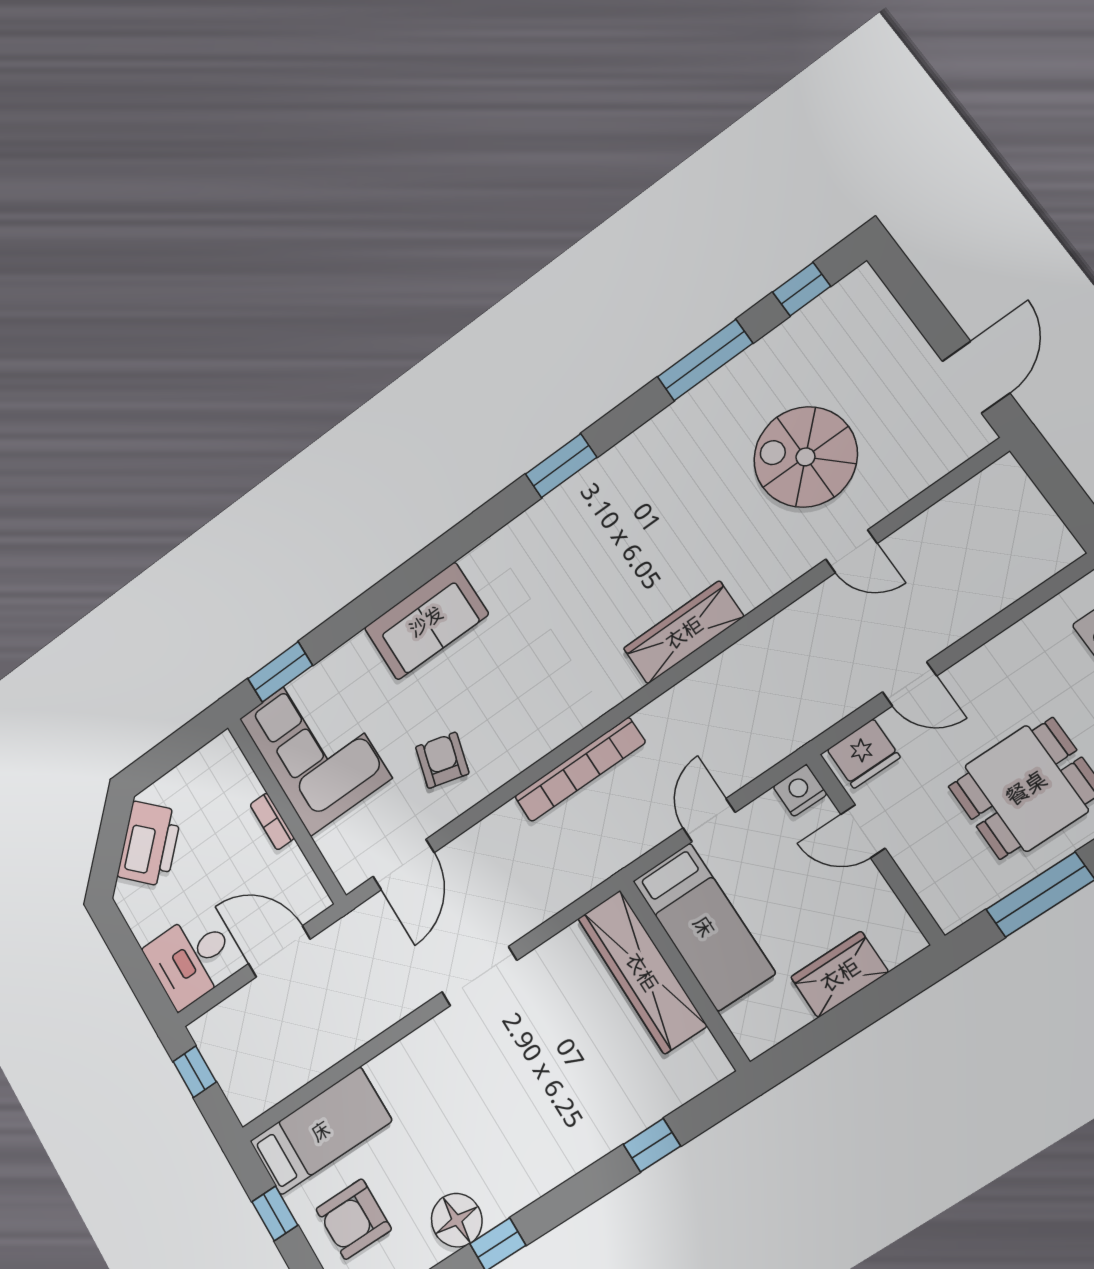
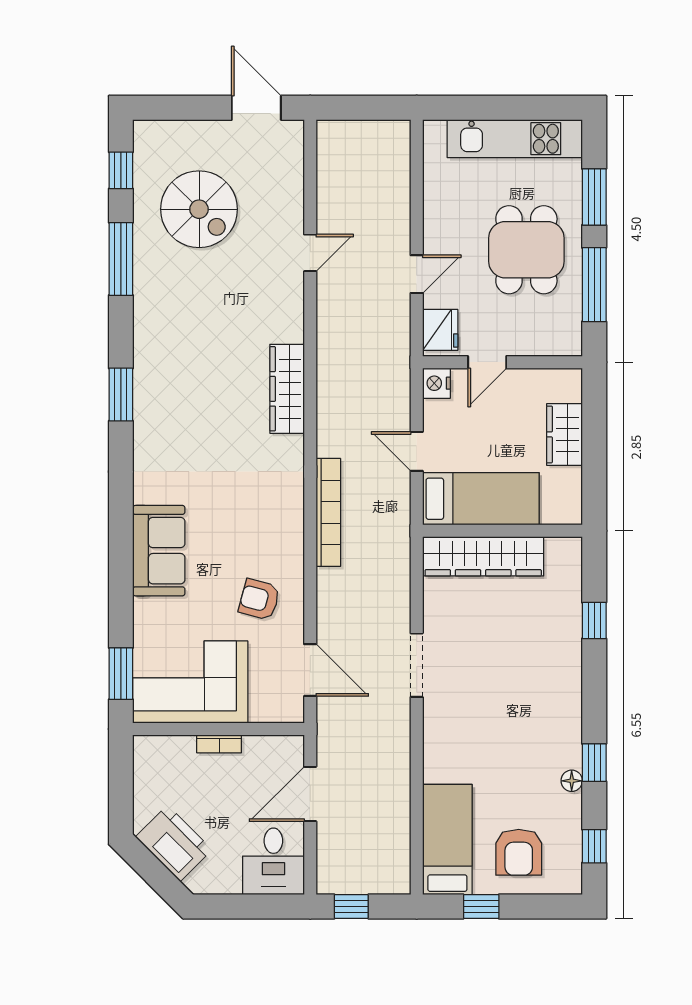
spiral stairs: (805, 457) -> (199, 209), moved, turned -90
floor lamp: (457, 1220) -> (572, 781), width x0.53, depth x0.53

